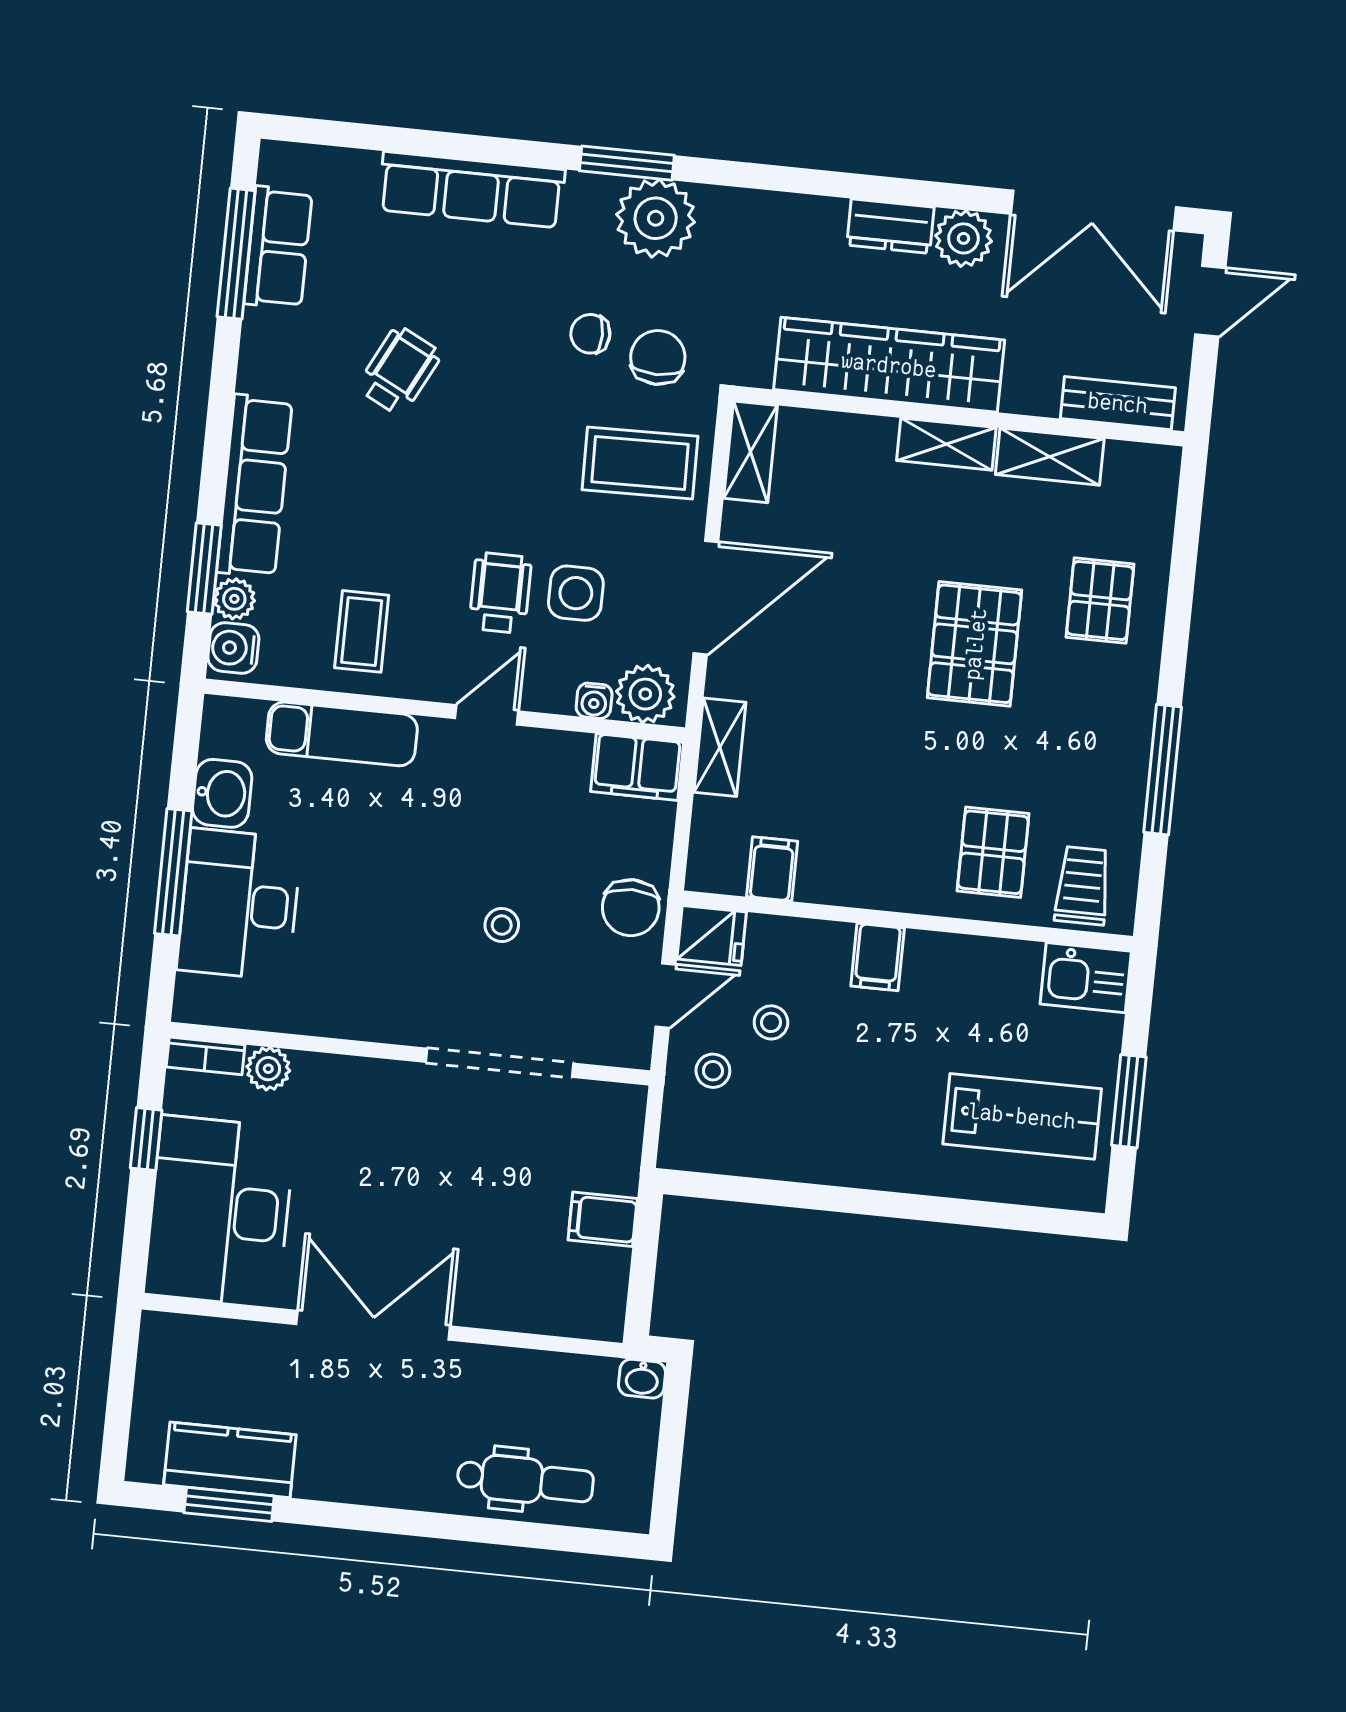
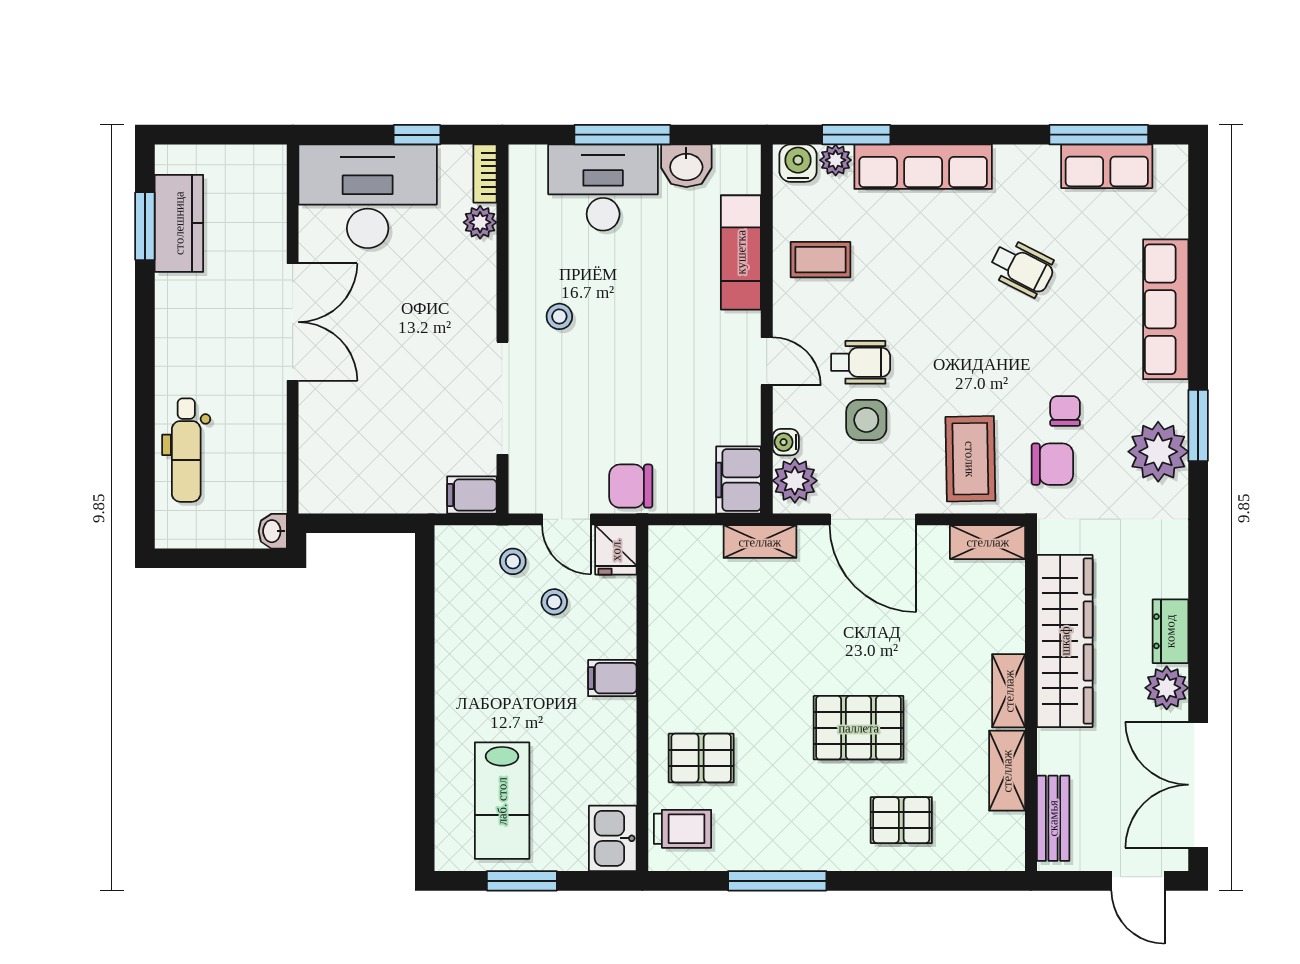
filing cabinet: (772, 869) -> (671, 591), removed
stool: (502, 925) -> (559, 316), moved
filing cabinet: (603, 1219) -> (472, 495), moved, turned -90

